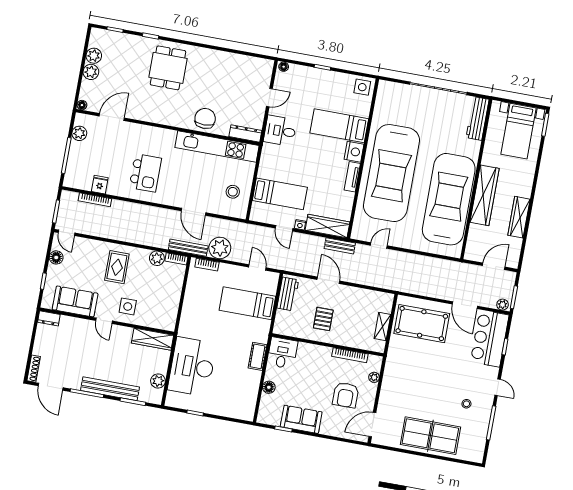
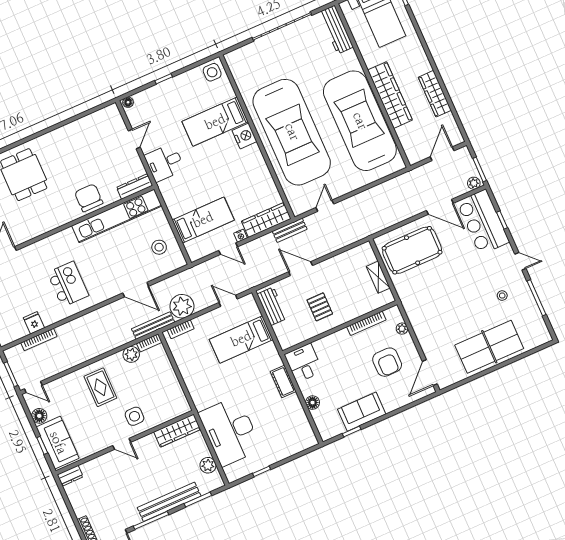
tv unit: (352, 177) -> (258, 160), removed
sofa: (75, 301) -> (58, 443), moved, turned 90

